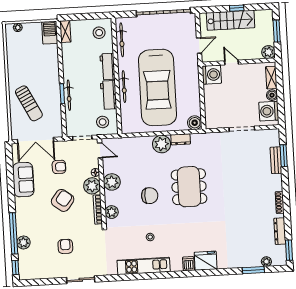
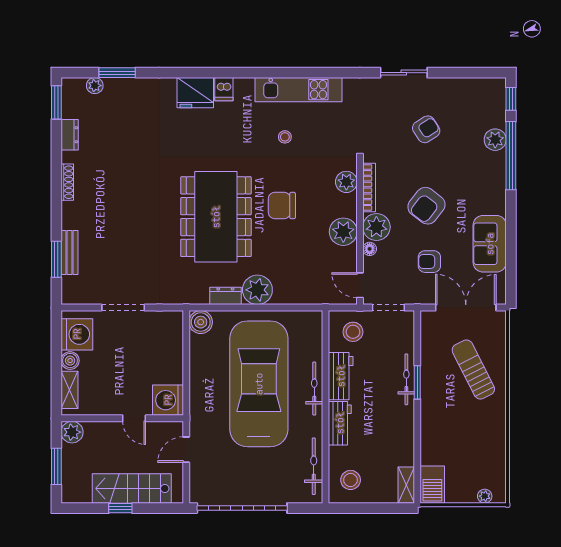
dining table: (189, 187) -> (216, 217), width x1.36, depth x1.24
dresser: (280, 231) -> (70, 135), width x0.70
armchair: (65, 246) -> (426, 129), turned -123

